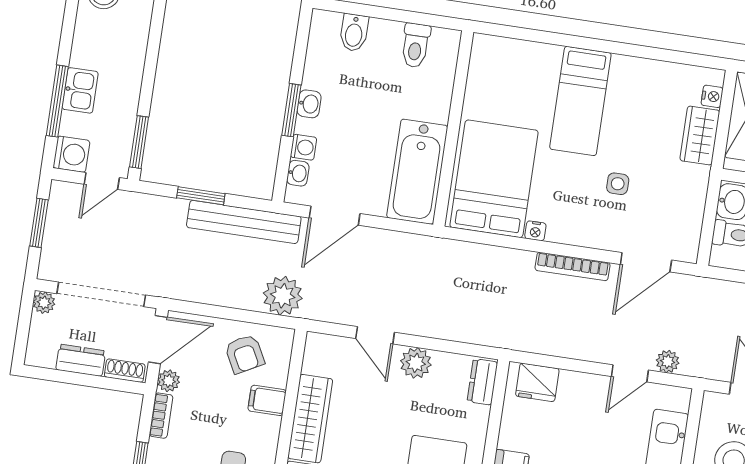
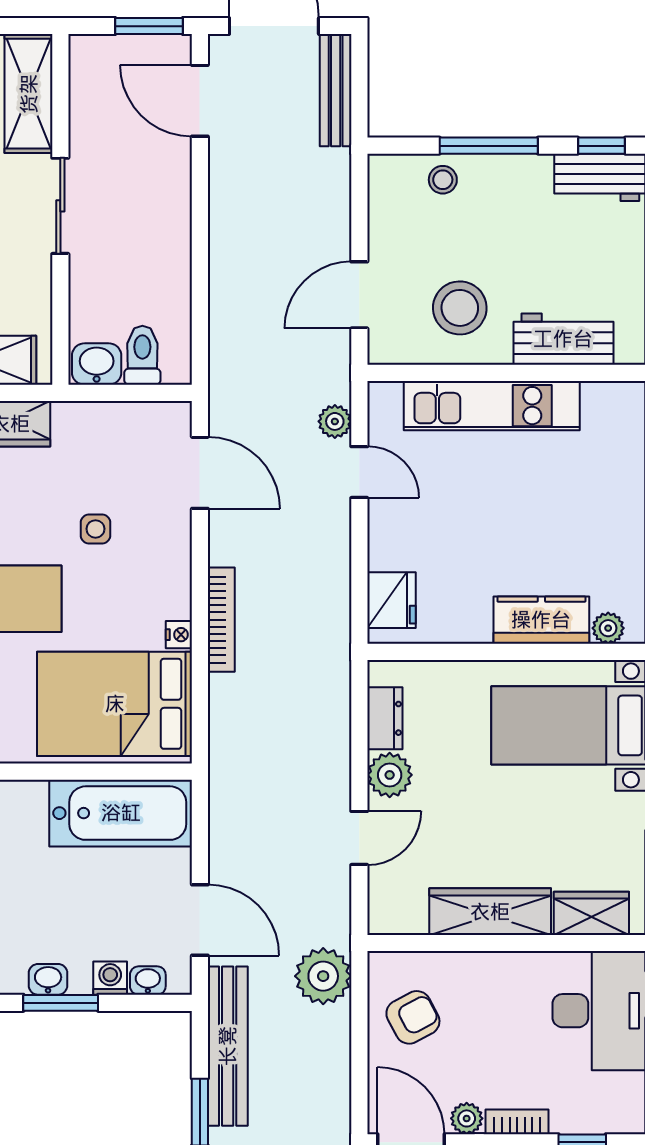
bookcase: (573, 266) -> (221, 620), moved
dresser: (482, 382) -> (385, 718), moved, turned -90
filing cabinet: (267, 400) -> (473, 976), removed

